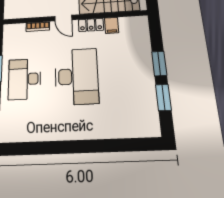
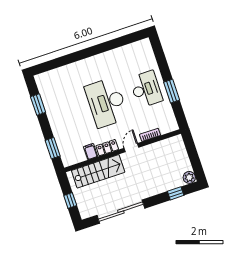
door: (63, 18) -> (131, 148), hinge flipped
window: (159, 63) -> (53, 148), moved

